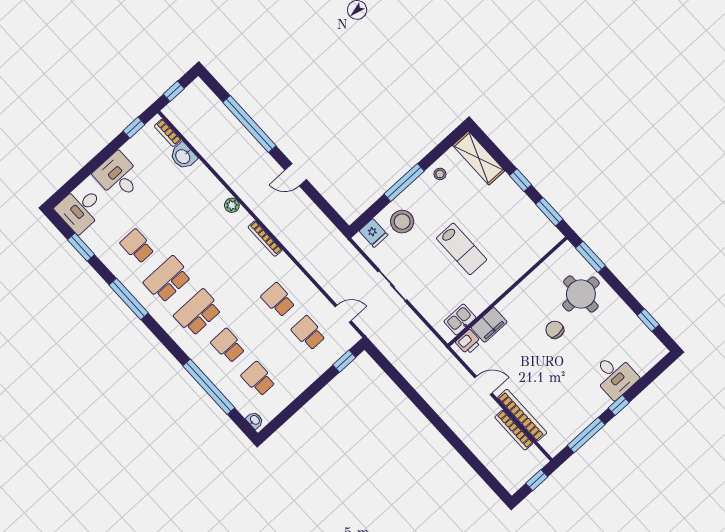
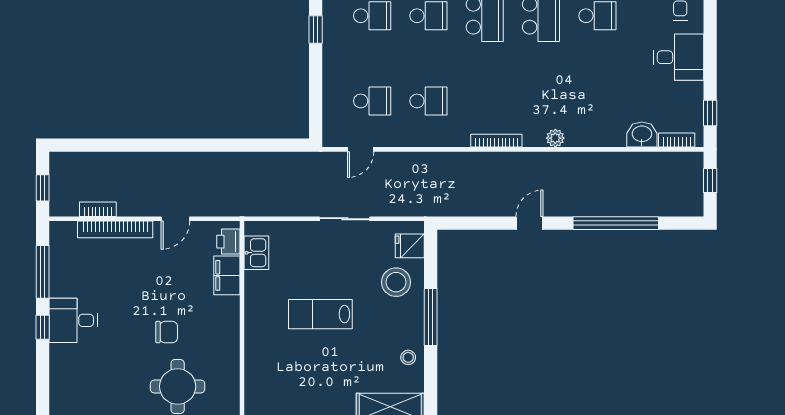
window: (344, 361) -> (316, 29), moved
desk: (615, 376) -> (73, 320), moved
bookcase: (514, 430) -> (98, 209), width x0.64

